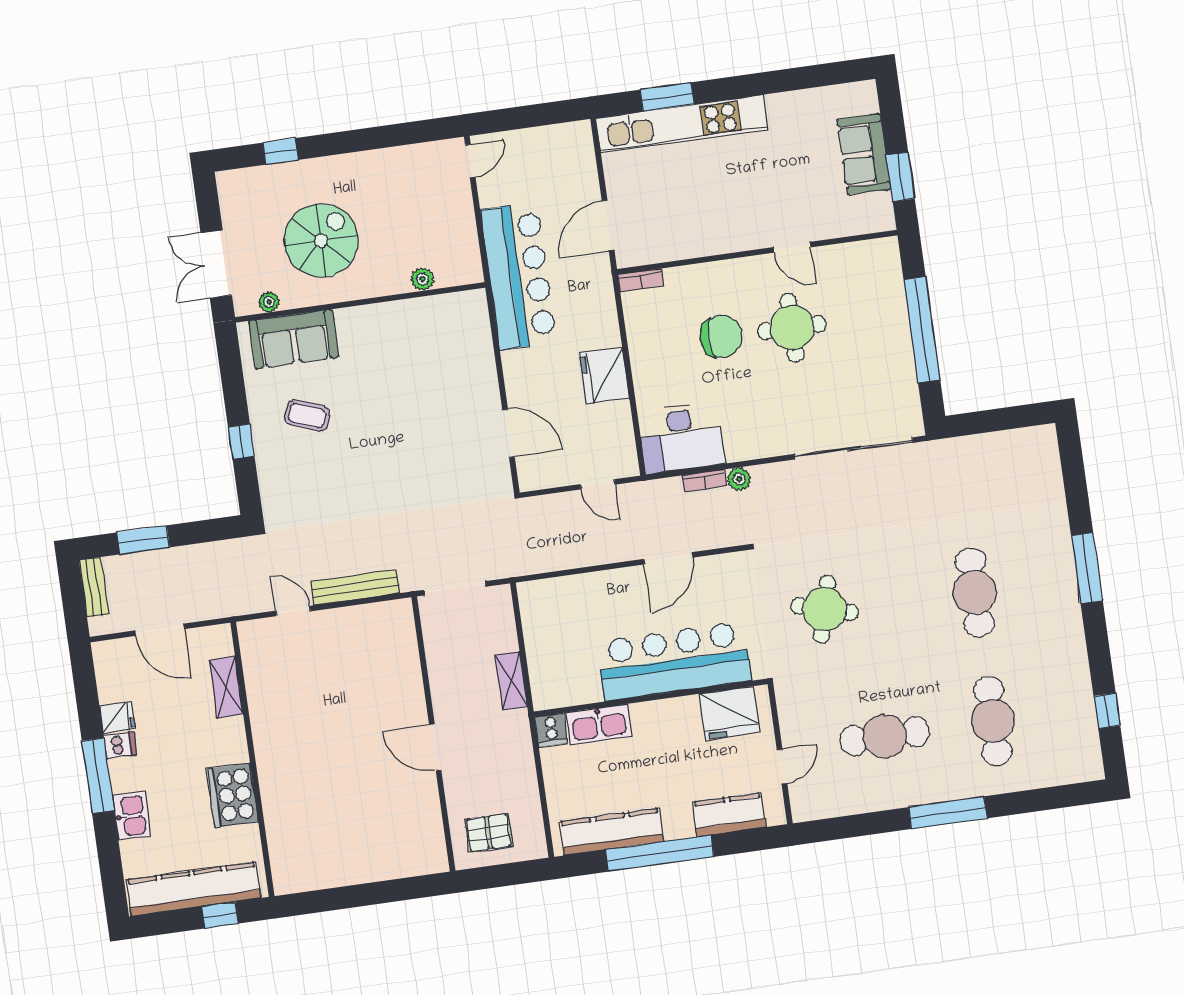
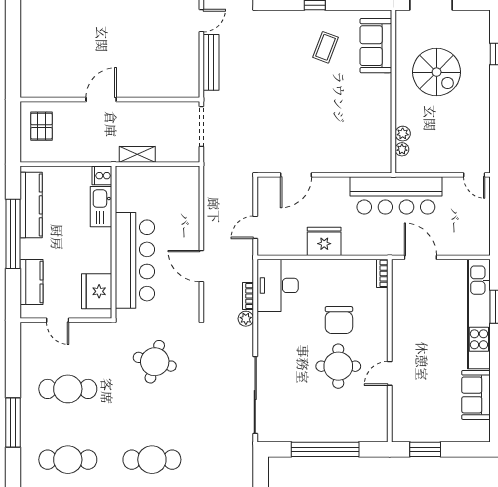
sofa: (864, 154) -> (476, 395), moved, turned -90
plant: (269, 302) -> (402, 149), moved
cafe table: (885, 736) -> (68, 389), turned 90

